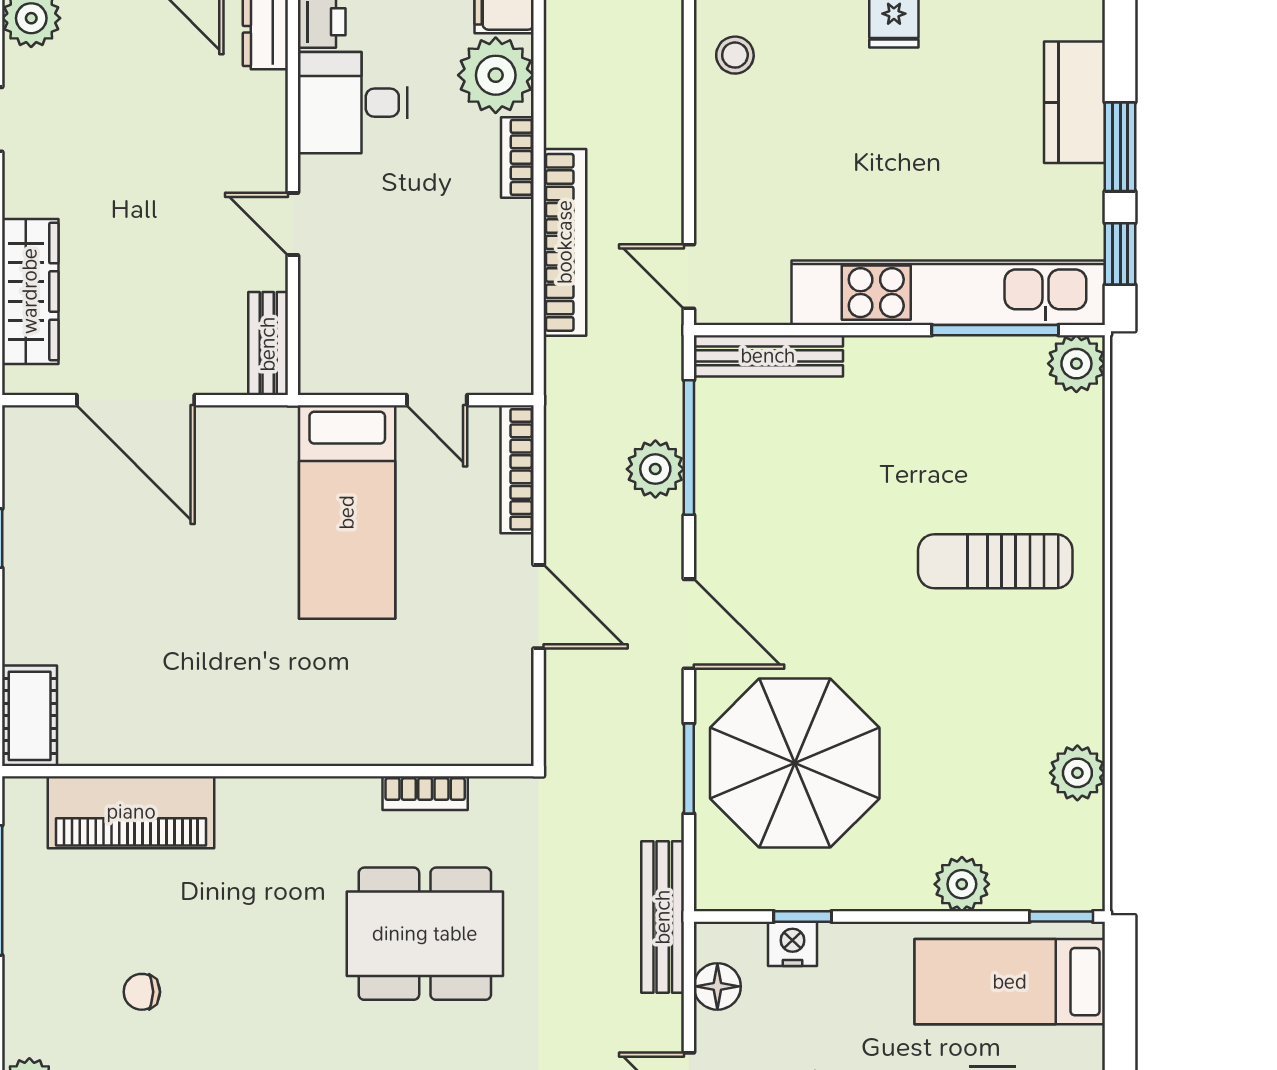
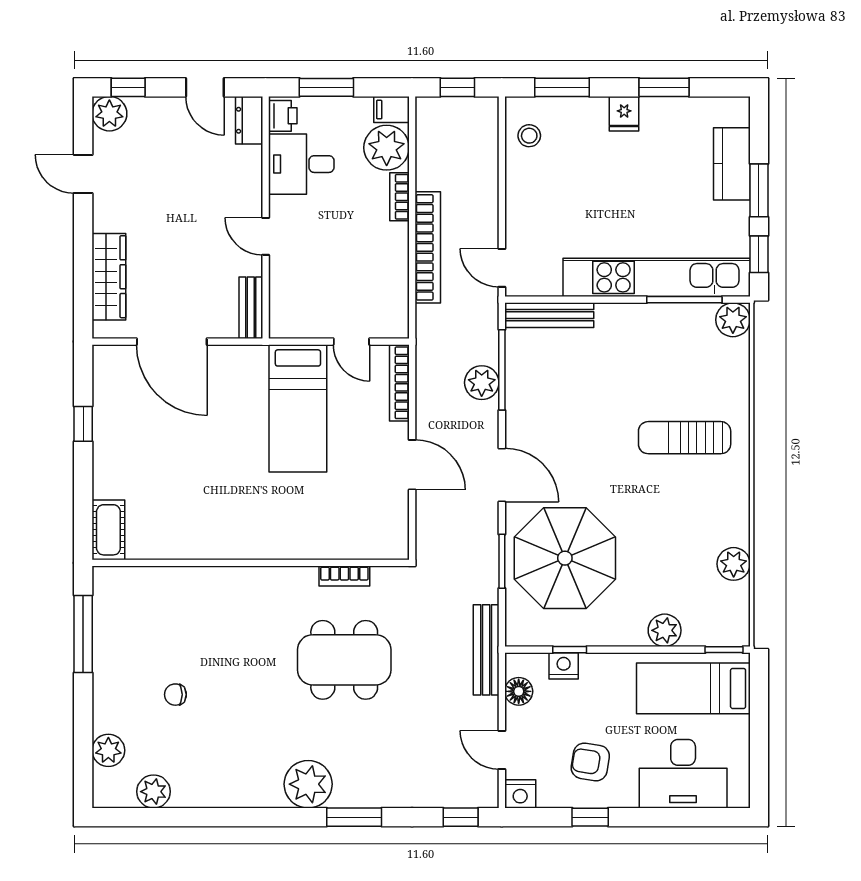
piano: (131, 812) -> (169, 587), removed

